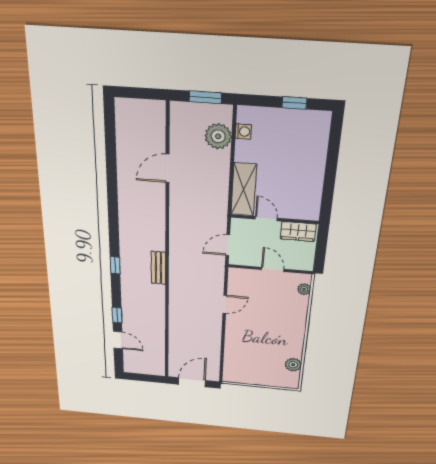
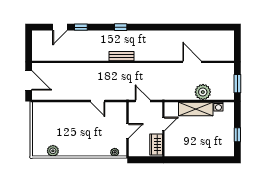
plant: (218, 136) -> (203, 92), moved
shelving: (244, 189) -> (196, 109), moved

